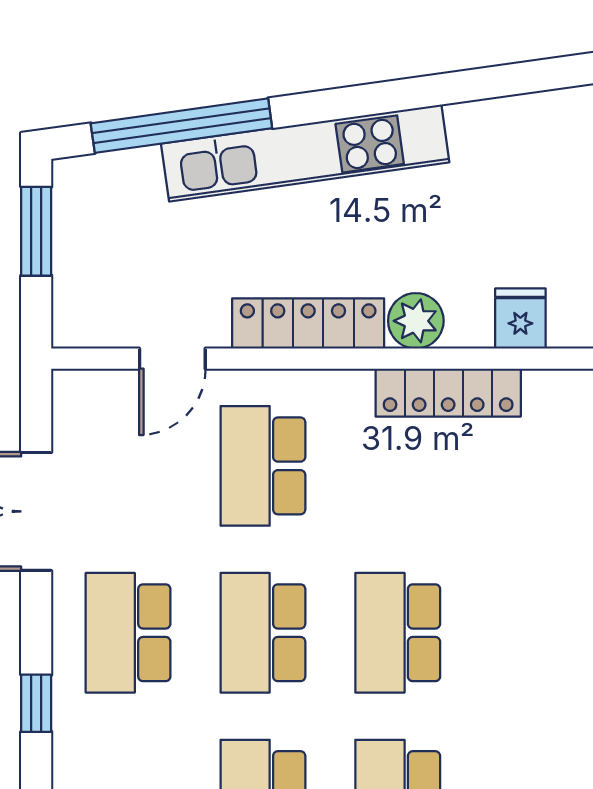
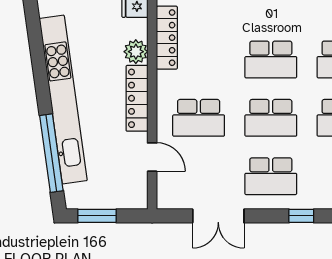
kitchen unit: (305, 153) -> (63, 100), width x1.36

